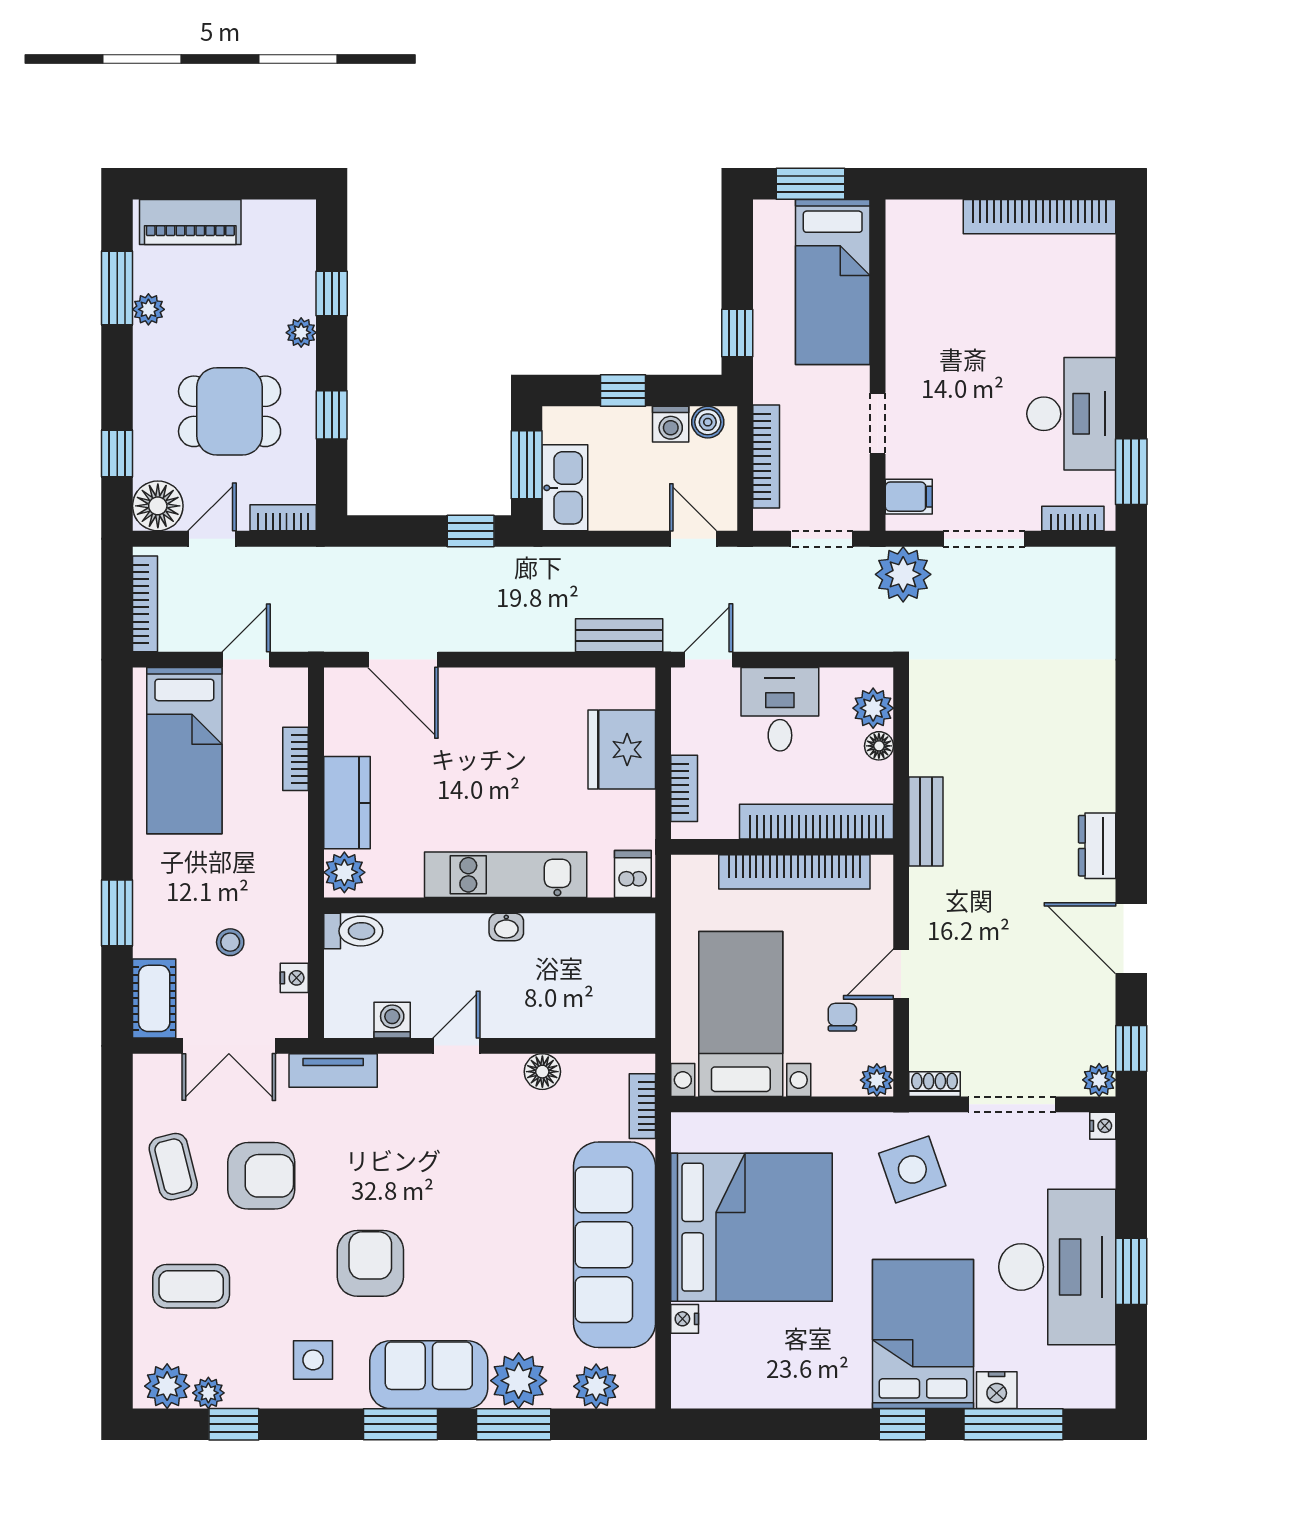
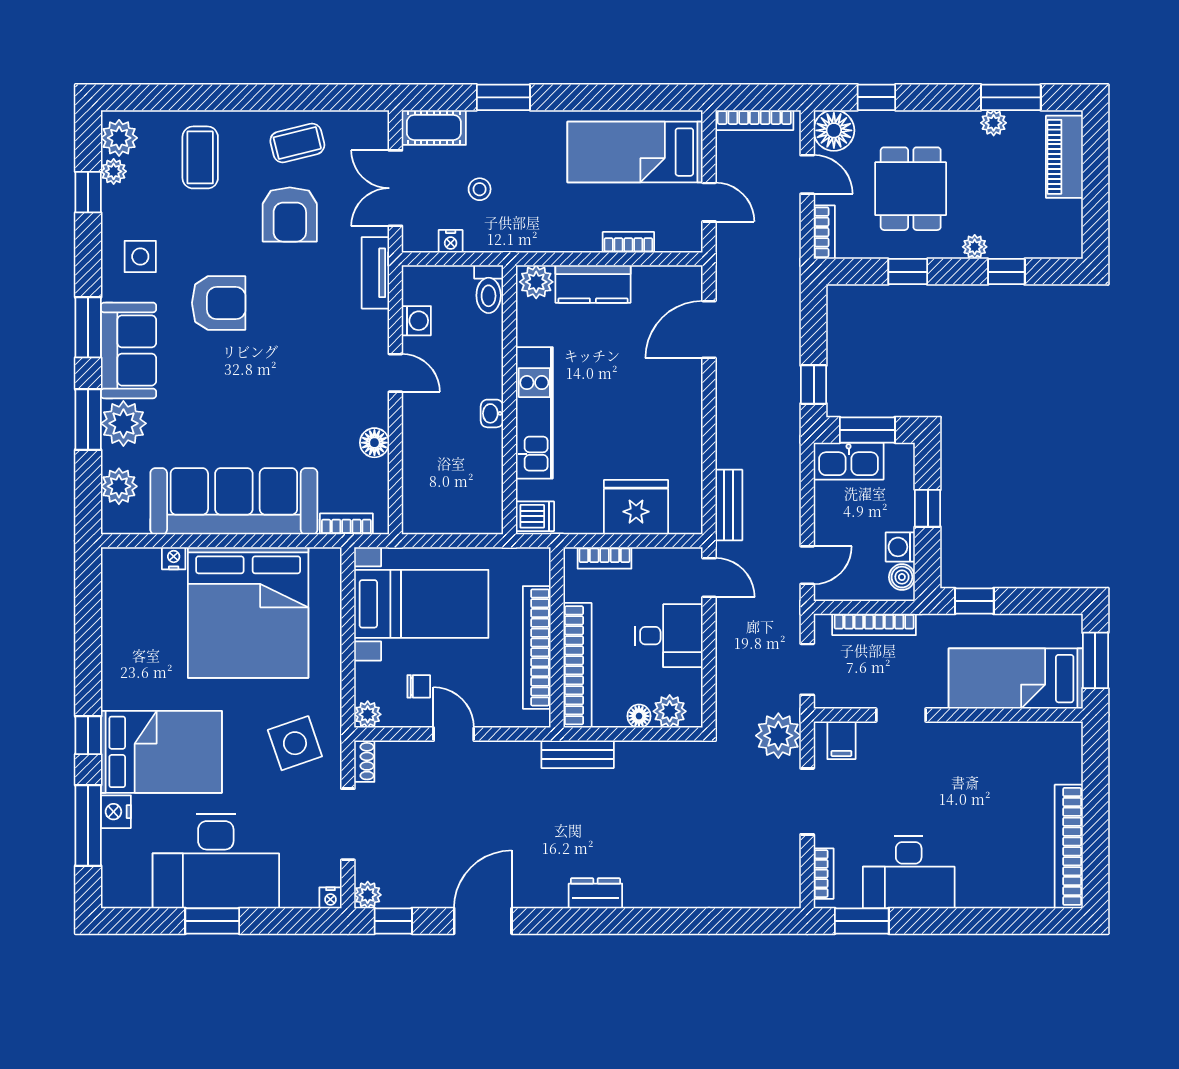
dresser: (1097, 846) -> (595, 893), moved

